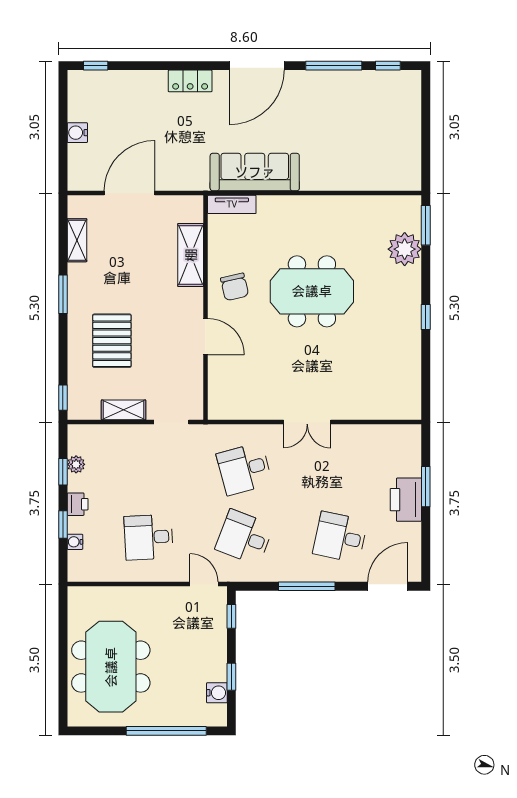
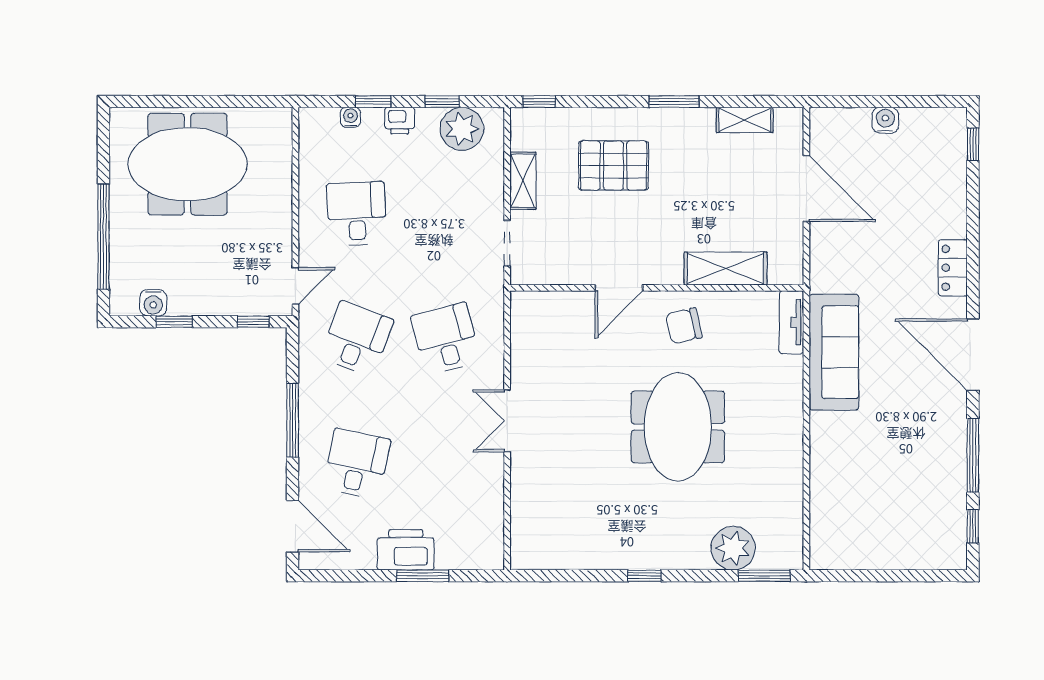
plant: (76, 464) -> (462, 129), width x1.88, depth x1.88

